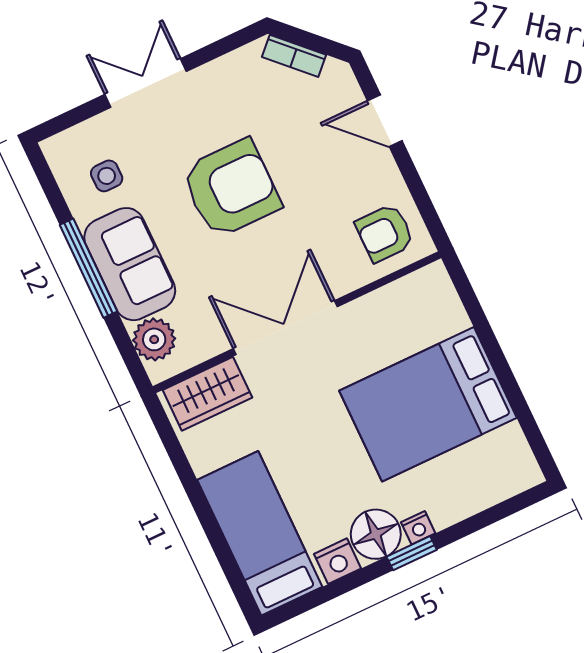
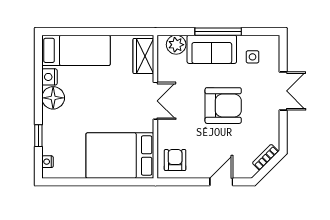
armchair: (231, 189) -> (223, 106), turned -90
double door: (285, 328) -> (155, 101), width x0.73
bed: (428, 404) -> (120, 155), moved, turned -90
nightstand: (418, 528) -> (48, 162), moved
window: (412, 553) -> (38, 136), moved

